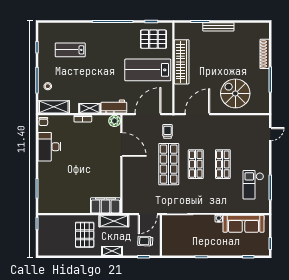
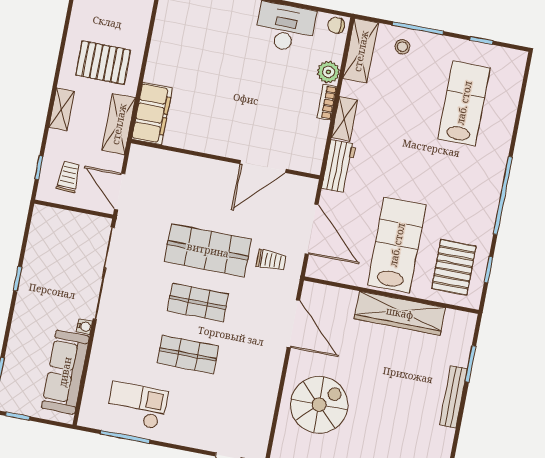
lab bench: (70, 50) -> (464, 103), width x1.36, depth x1.39
plant: (115, 121) -> (328, 72), moved

